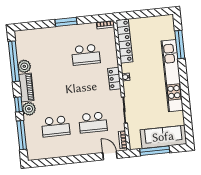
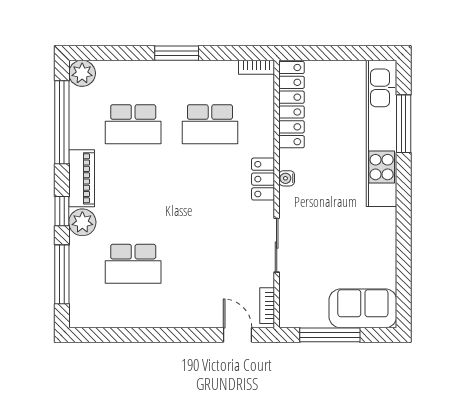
plant: (24, 66) -> (82, 73), moved
kitchen unit: (172, 76) -> (382, 133), moved
school desk: (93, 122) -> (133, 124), moved
sofa: (163, 137) -> (363, 308), width x0.73

